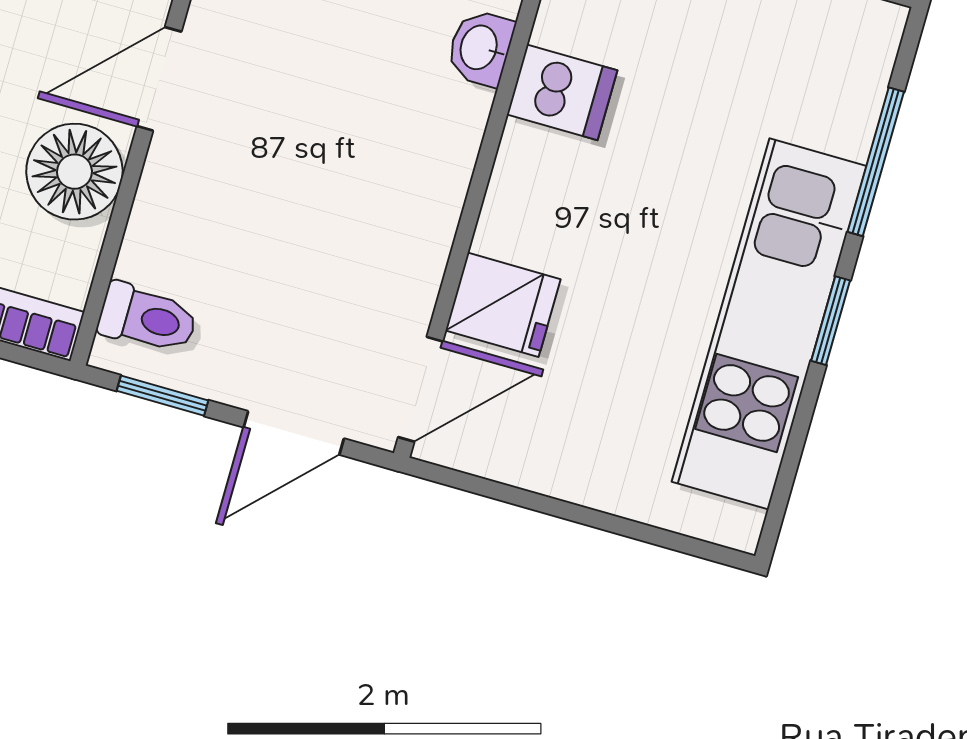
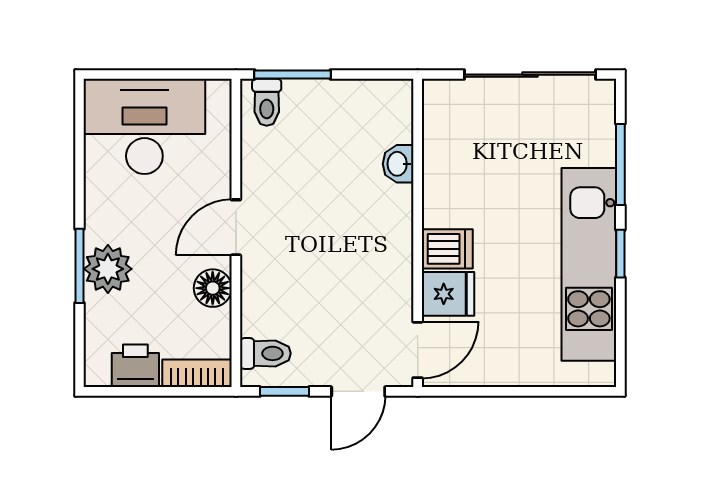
dishwasher: (562, 92) -> (447, 249), moved
floor lamp: (74, 172) -> (213, 288), width x0.73, depth x0.73

